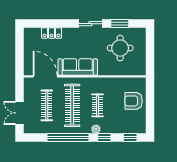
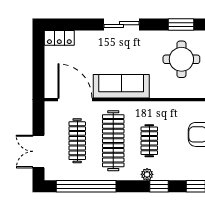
sliding door: (90, 24) -> (121, 25), moved
locker: (52, 33) -> (59, 38), moved
window: (68, 137) -> (86, 186), moved

